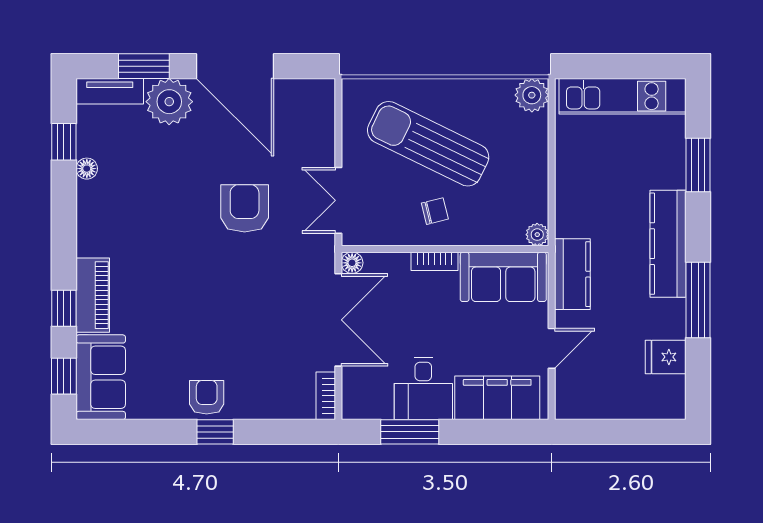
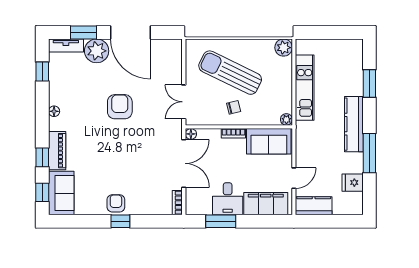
kitchen unit: (622, 96) -> (305, 88), moved, turned -90
floor lamp: (87, 169) -> (54, 111), moved
armchair: (245, 208) -> (120, 107), moved
kitchen counter: (572, 274) -> (314, 206), moved, turned -90

